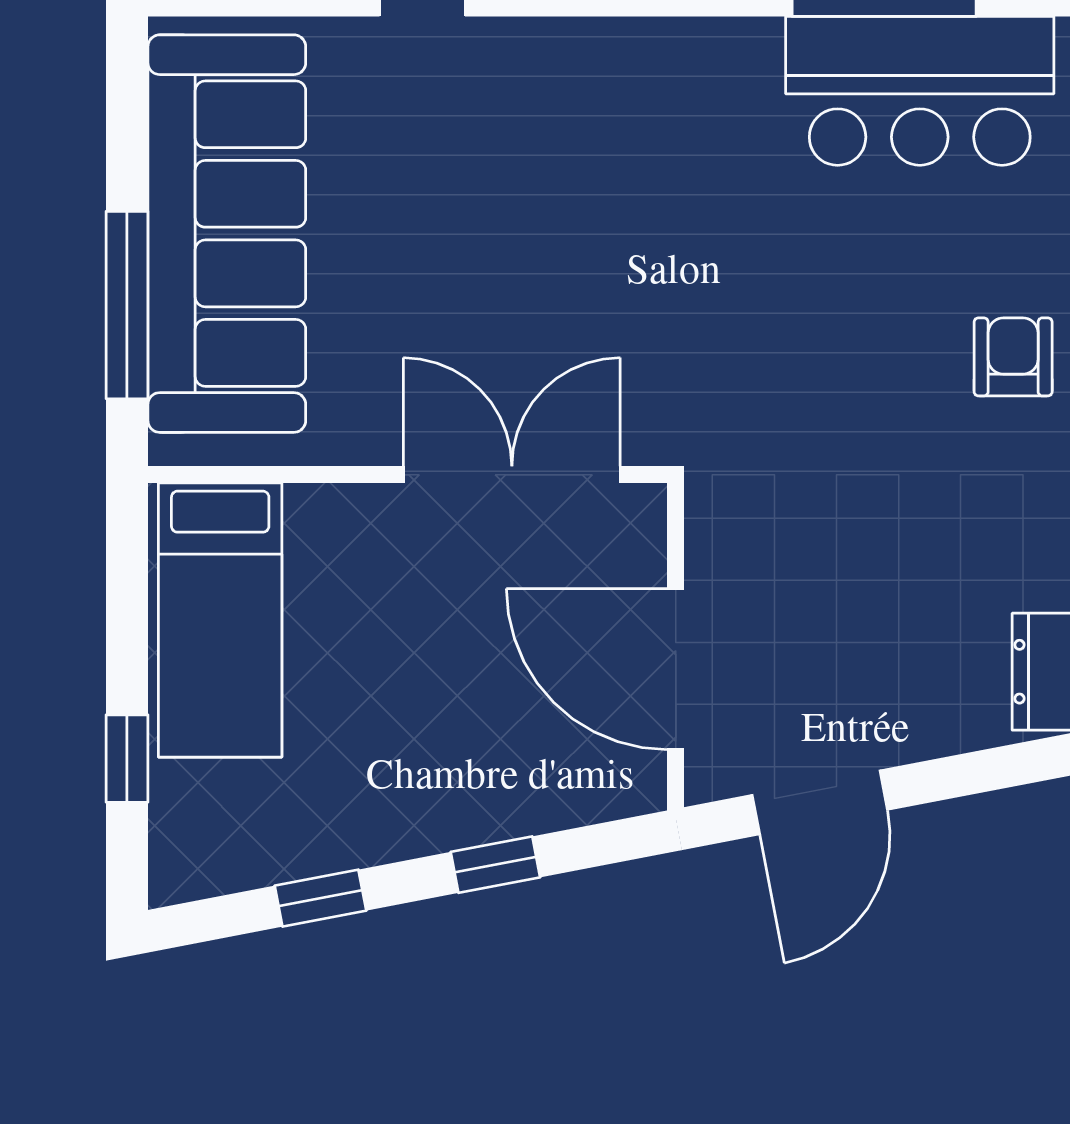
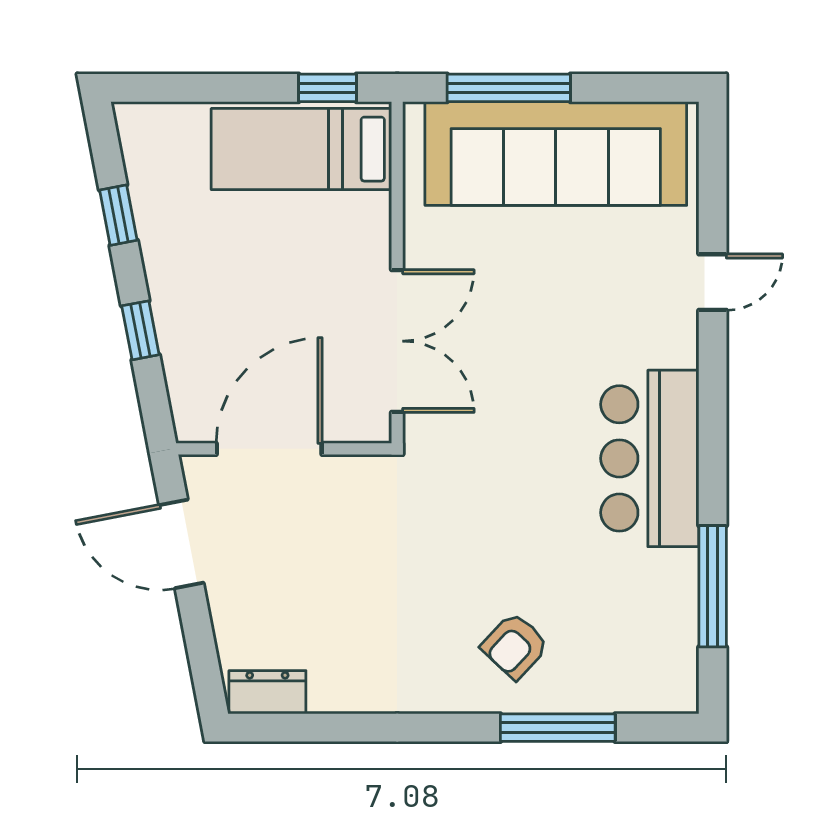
bar counter: (920, 91) -> (650, 458), moved
armchair: (1013, 357) -> (515, 646), moved, turned 133
window: (127, 759) -> (328, 88), moved

